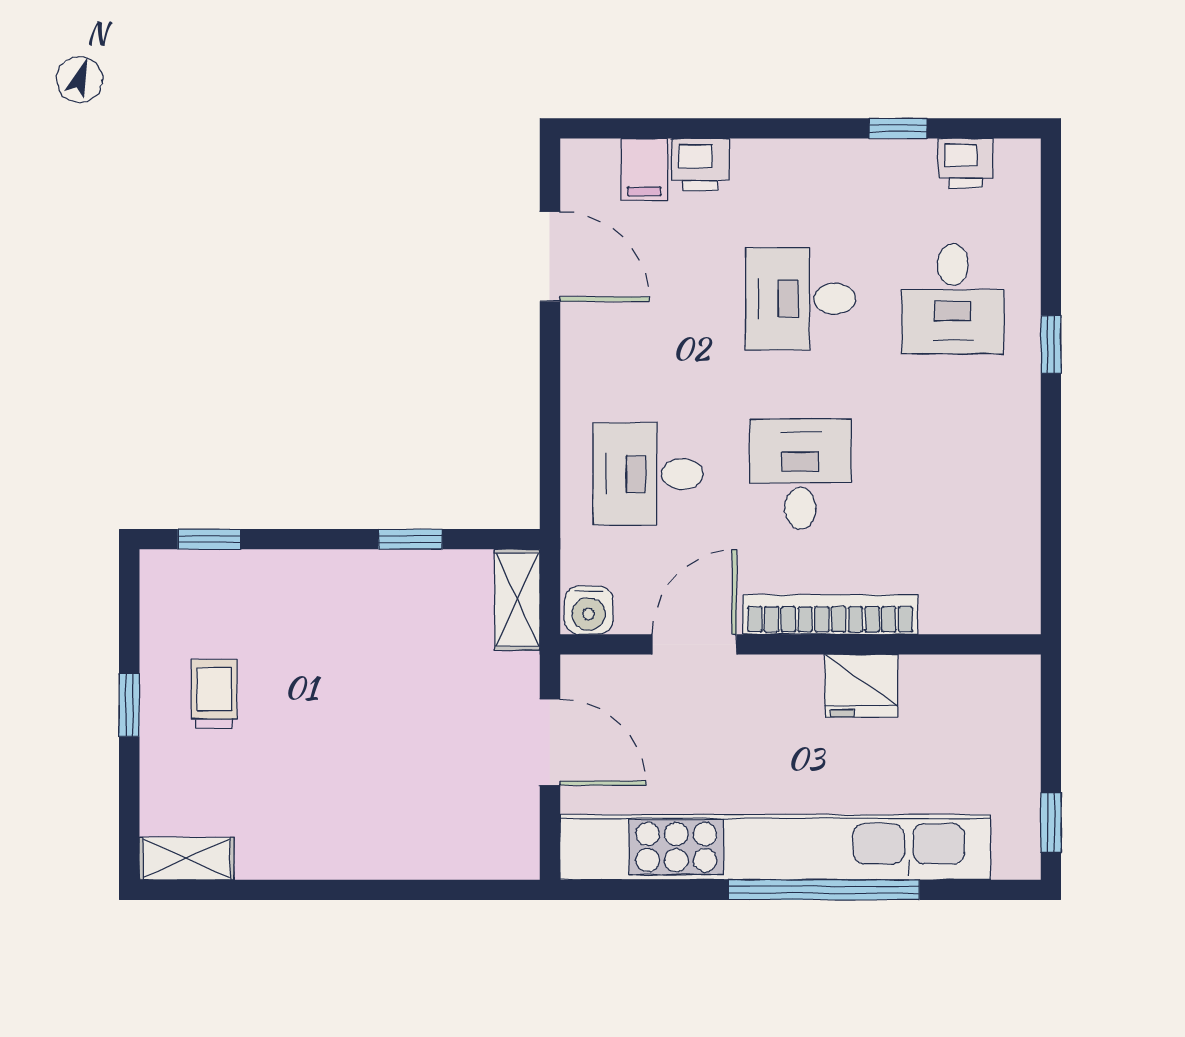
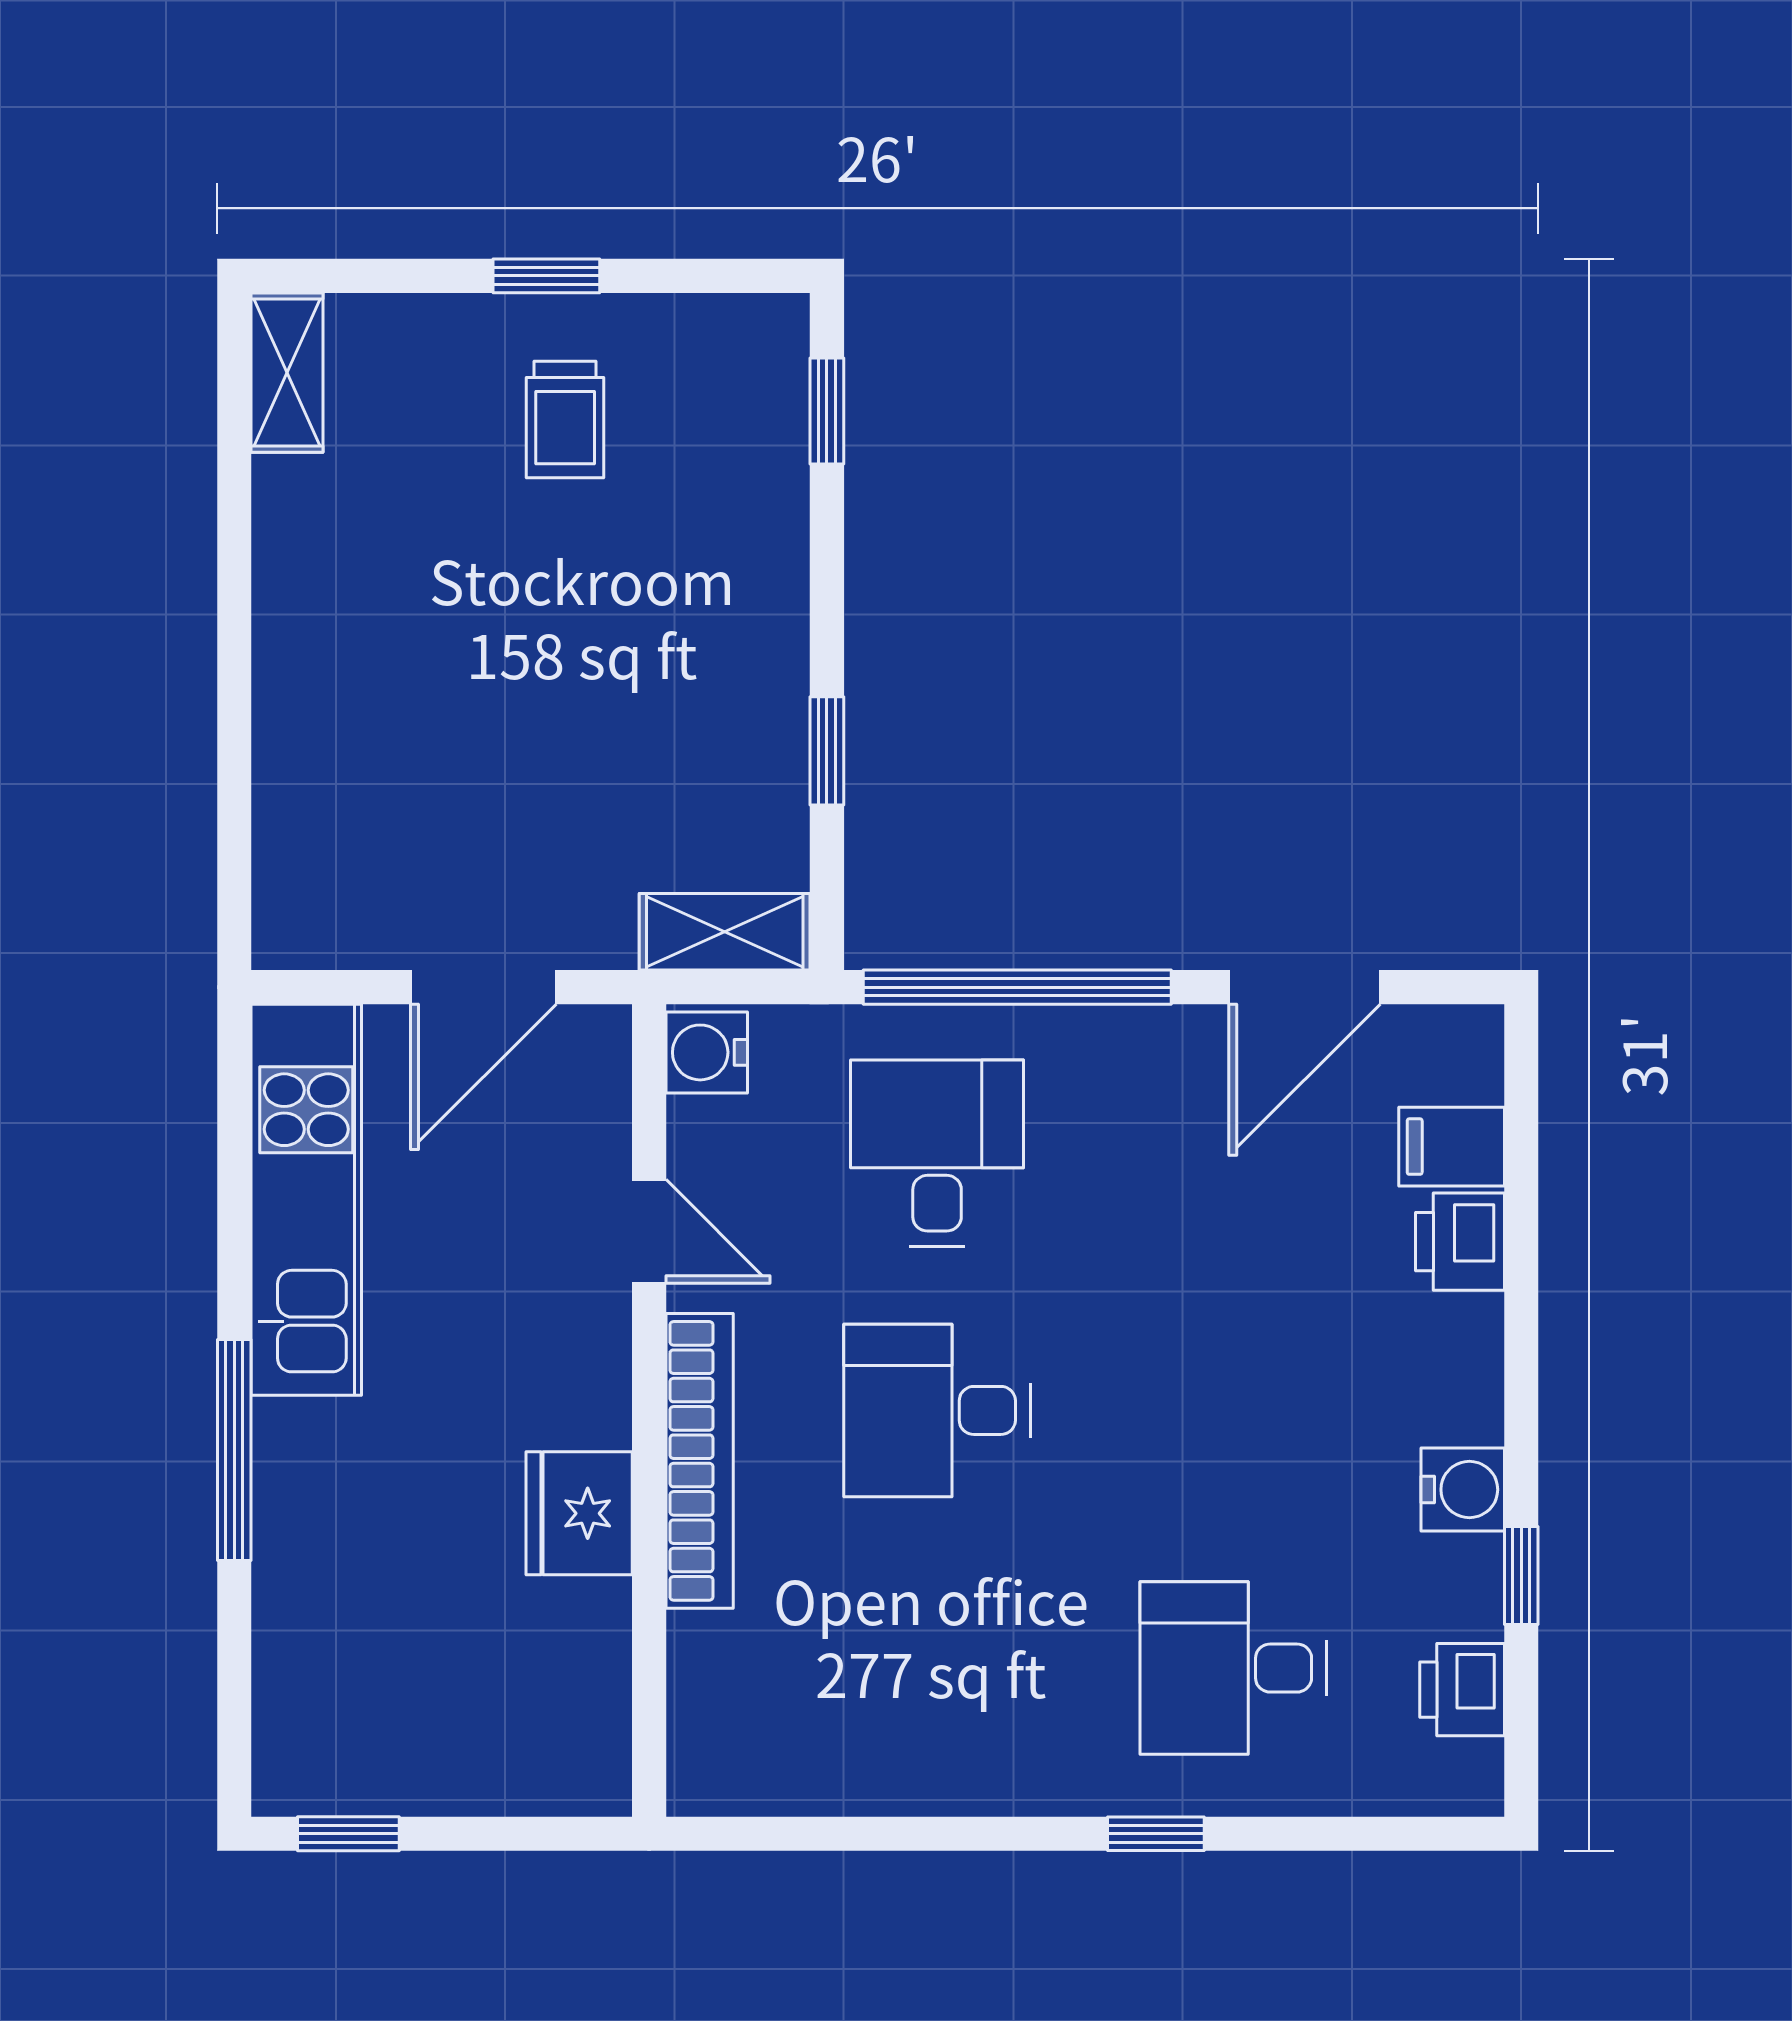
water cooler: (847, 163) -> (1463, 1490), added
desk: (800, 299) -> (1233, 1410), removed
window: (550, 427) -> (1017, 987), added
desk: (800, 474) -> (937, 1410), turned 180
door: (694, 644) -> (649, 1231), width x0.73
trolley: (214, 694) -> (565, 419), turned 90
kitchen unit: (775, 847) -> (306, 1200), width x0.54
window: (824, 890) -> (234, 1450), width x0.68

